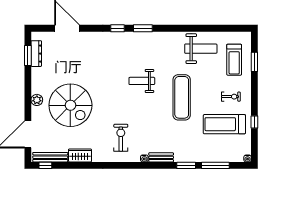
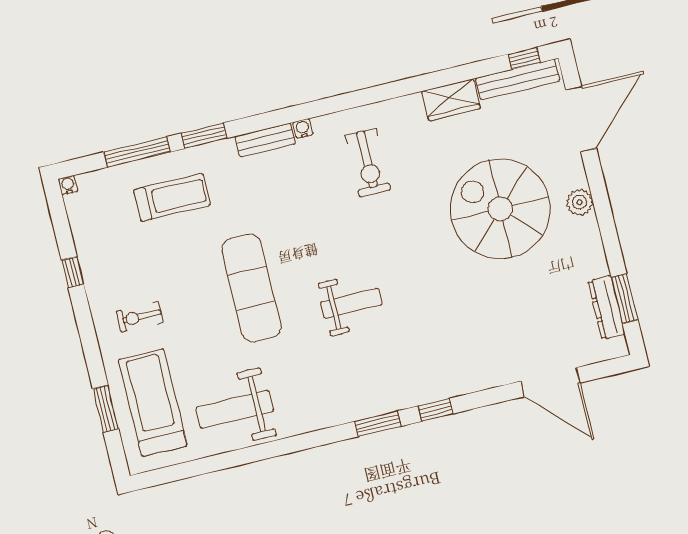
treadmill: (234, 60) -> (153, 403), width x1.37, depth x1.38
treadmill: (224, 124) -> (172, 197), moved, width x0.73, depth x0.73

